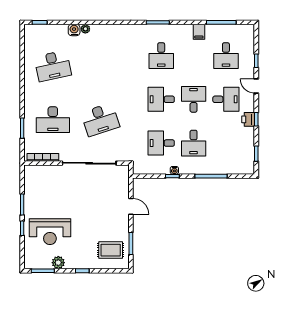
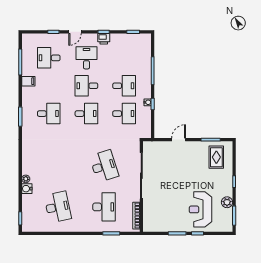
desk: (226, 56) -> (49, 58), turned 180
desk: (161, 99) -> (86, 114), turned -90
desk: (161, 143) -> (124, 114), turned -90
reception desk: (50, 232) -> (200, 209), turned 180

